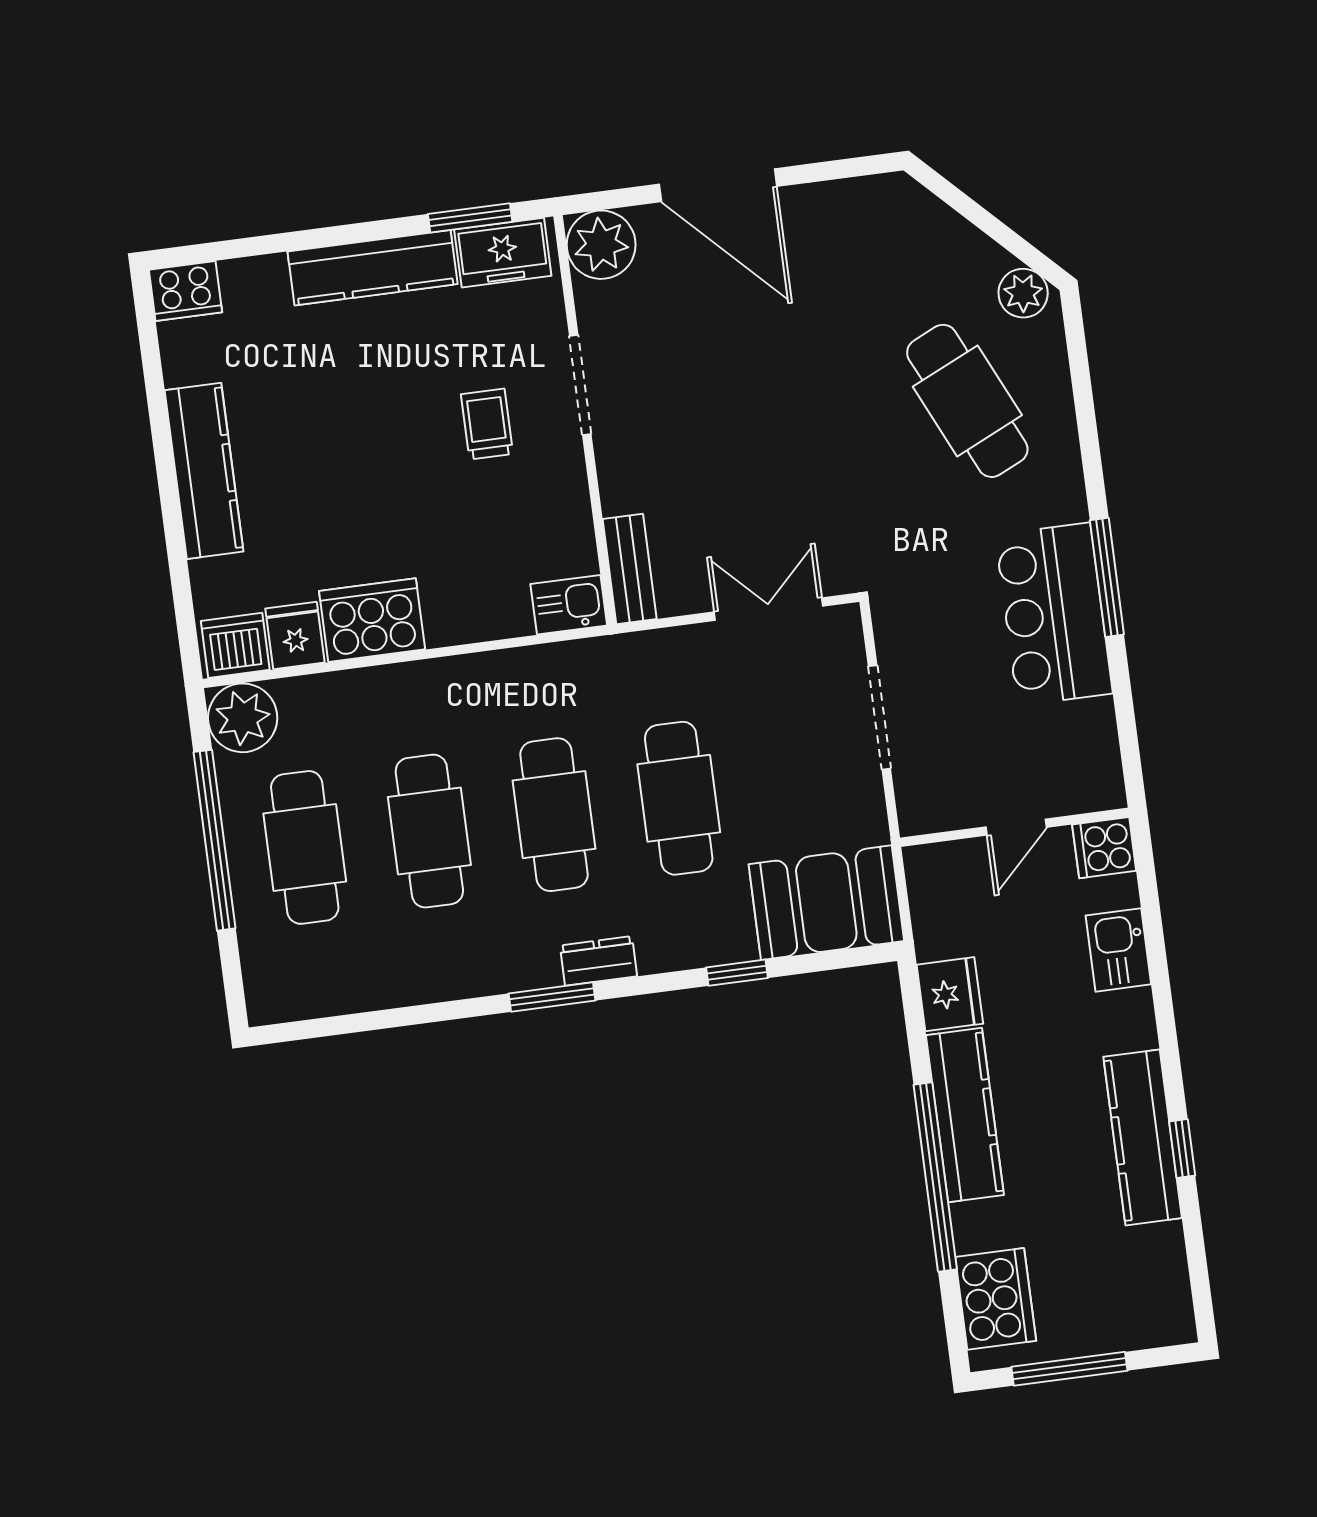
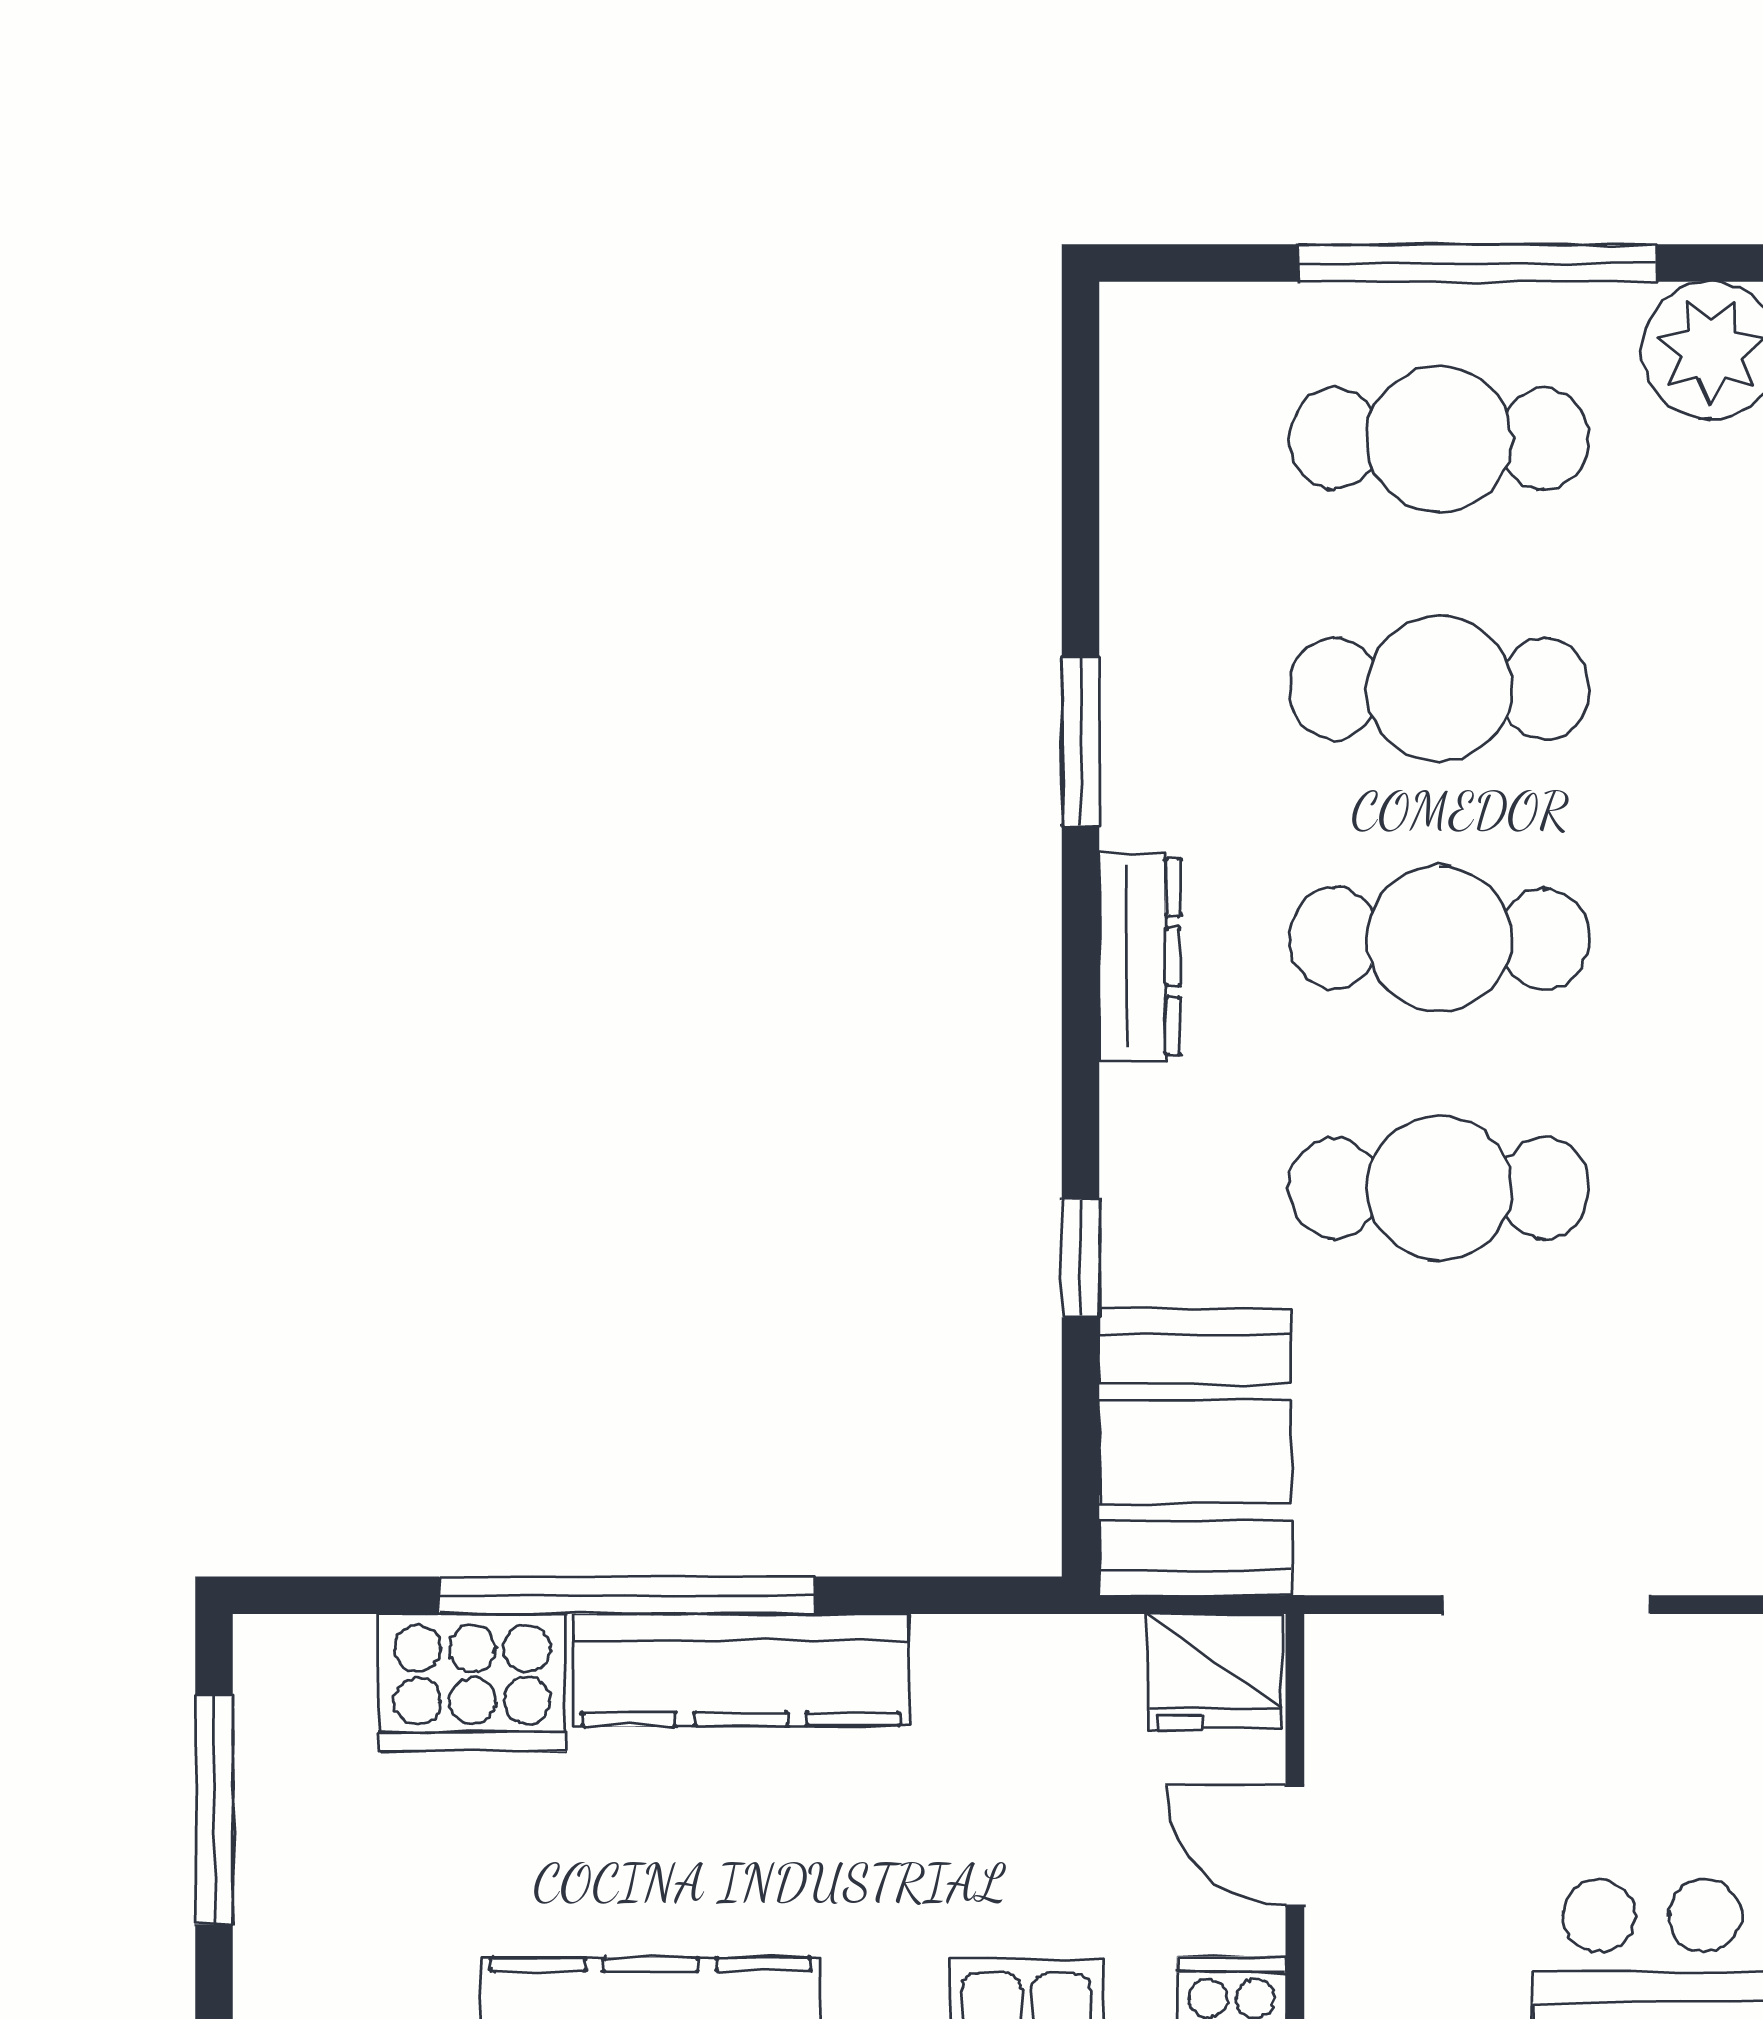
dresser: (599, 961) -> (1140, 957), width x1.44
fridge: (950, 994) -> (1215, 1672), moved
window: (552, 997) -> (1081, 742), moved
cooker: (996, 1299) -> (472, 1683), moved

